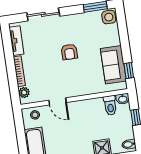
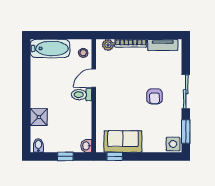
sliding door: (43, 14) -> (186, 92), moved
armchair: (69, 52) -> (155, 96), moved, turned -90
toilet: (110, 105) -> (82, 95), moved

